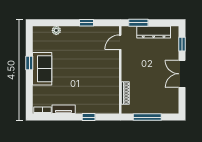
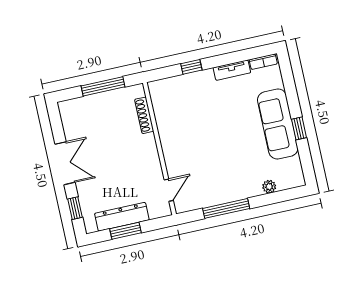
window: (87, 23) -> (226, 208), width x2.17
window: (138, 23) -> (126, 231), moved
sofa: (42, 69) -> (278, 124), width x1.36

